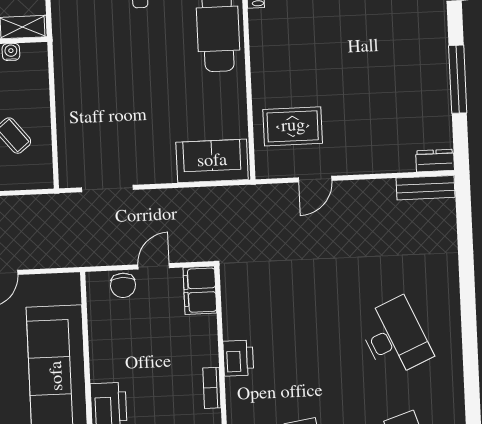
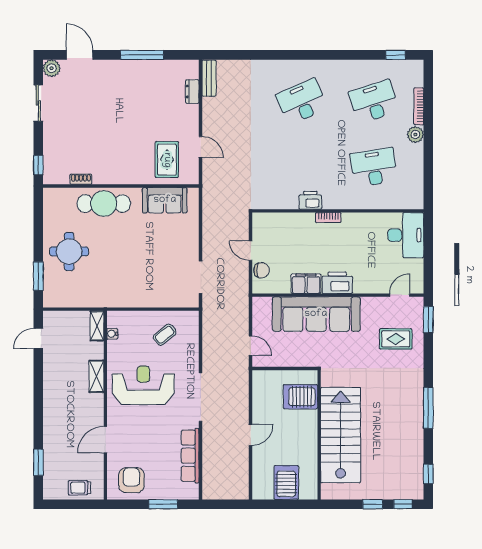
sofa: (212, 161) -> (165, 200), moved, turned -90
dresser: (435, 161) -> (192, 91), moved
filing cabinet: (200, 290) -> (306, 284), moved, turned 180

